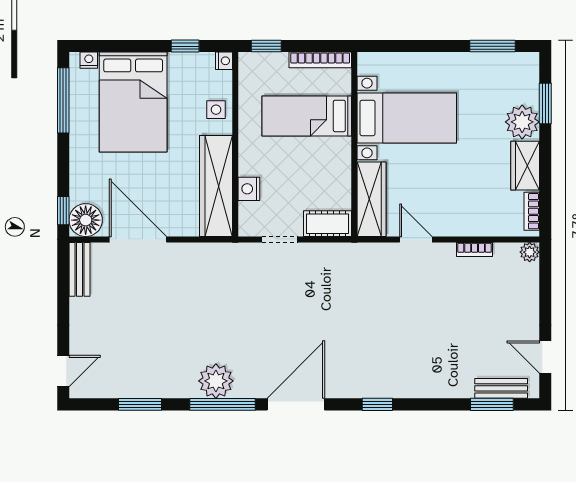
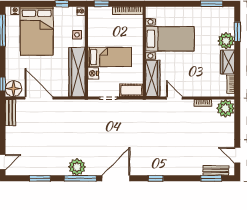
bed: (307, 116) -> (109, 57), moved, turned 180
plant: (530, 252) -> (226, 108), width x1.87, depth x1.87

